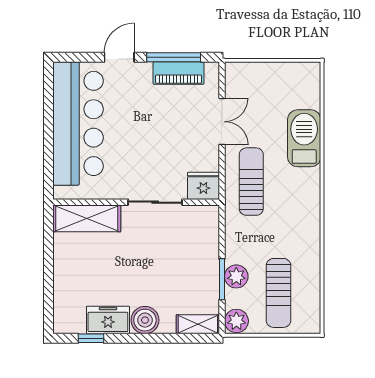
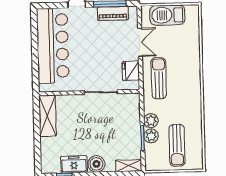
barbecue: (304, 138) -> (167, 15), moved, turned -90
fridge: (203, 186) -> (131, 71), moved, turned -90
shelving: (87, 218) -> (47, 116), moved, turned 90
plant: (236, 321) -> (151, 121), moved

